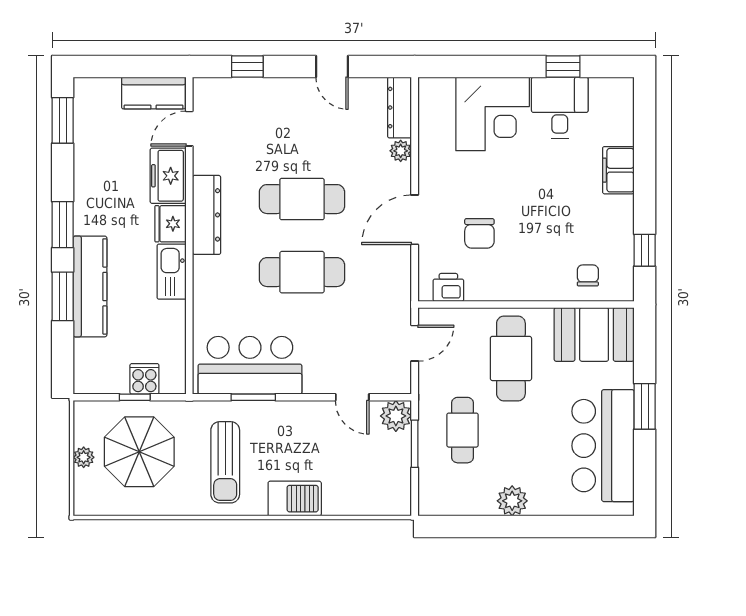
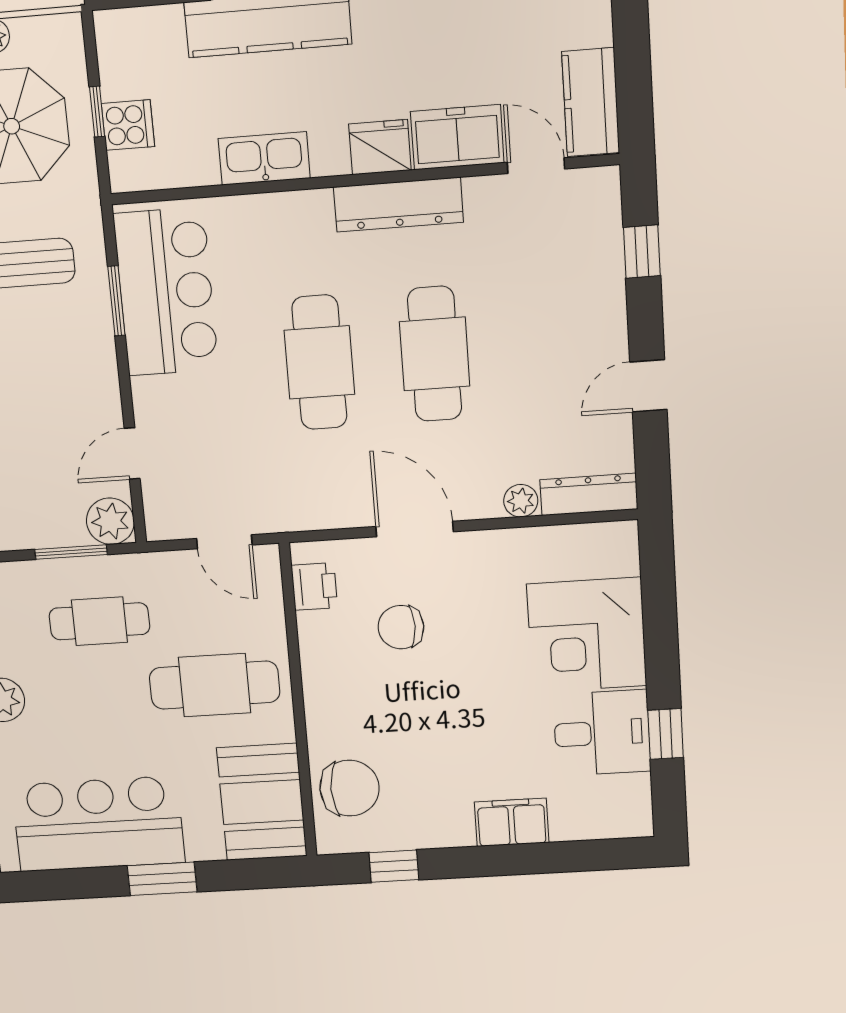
kitchen sink: (172, 272) -> (264, 158), moved
chair: (588, 275) -> (349, 788), width x1.87, depth x1.87

